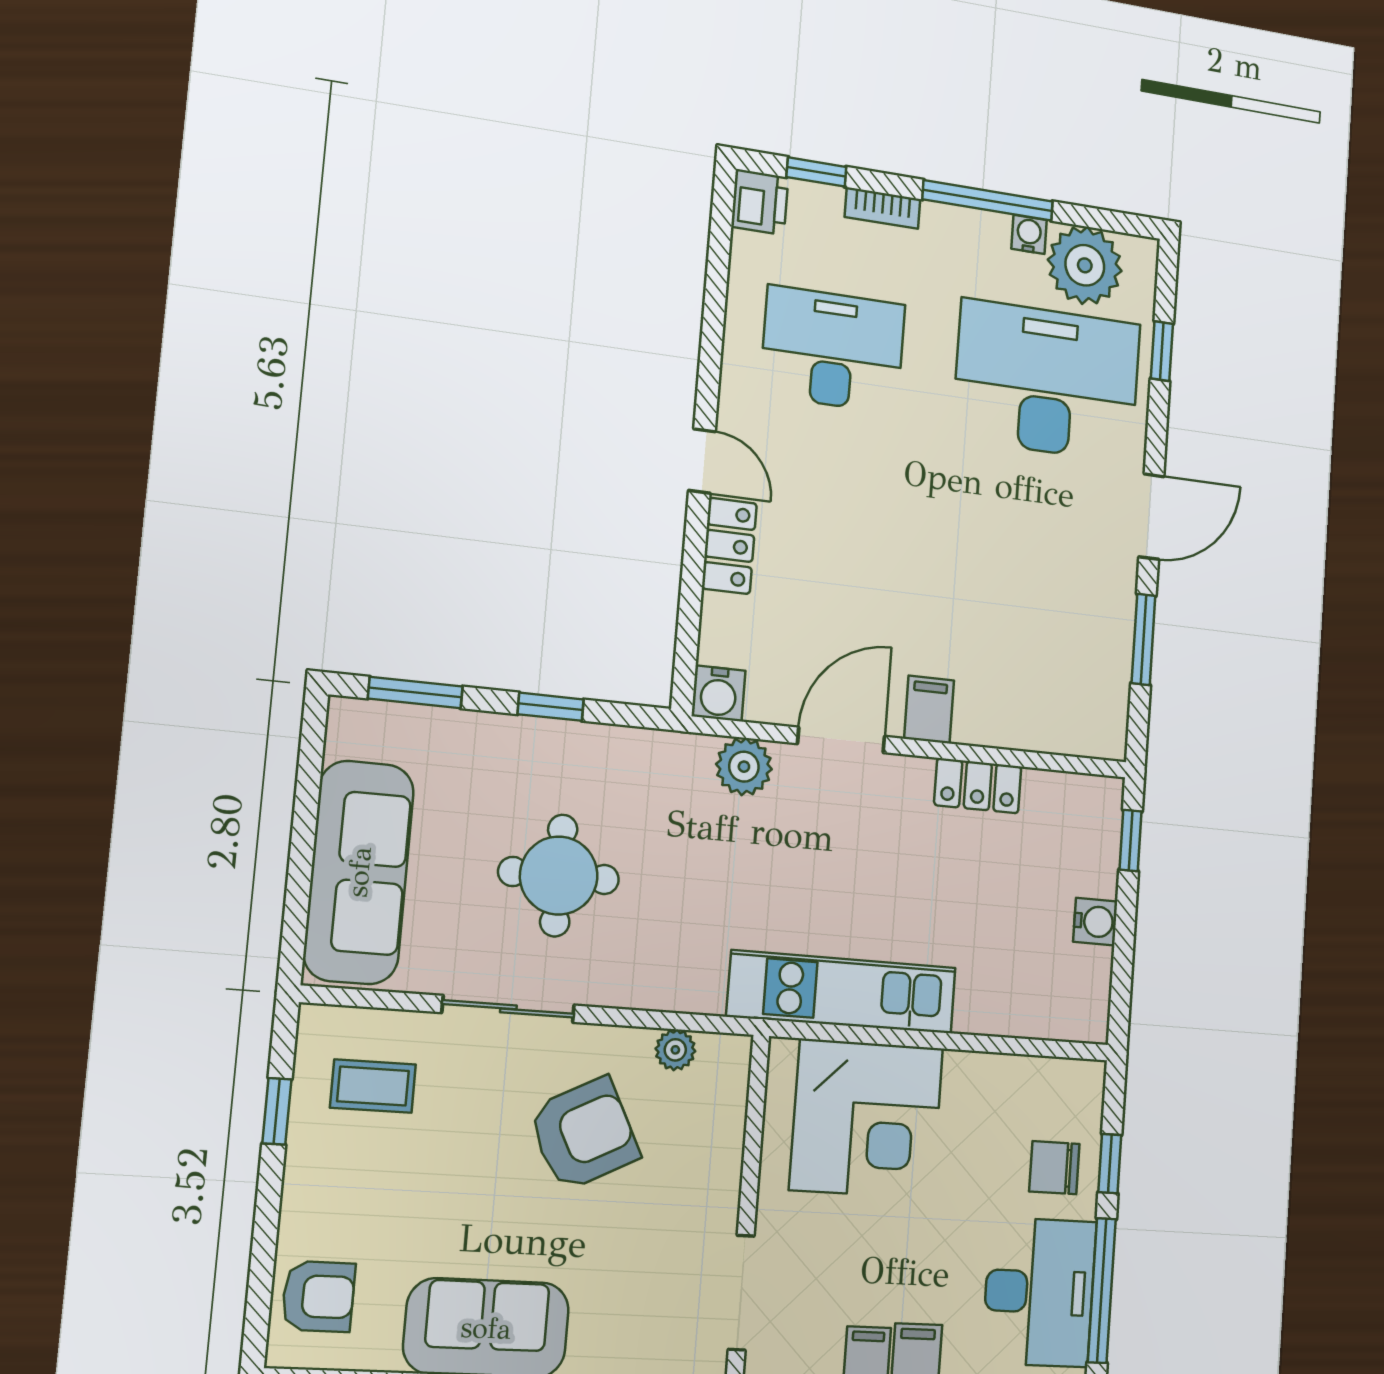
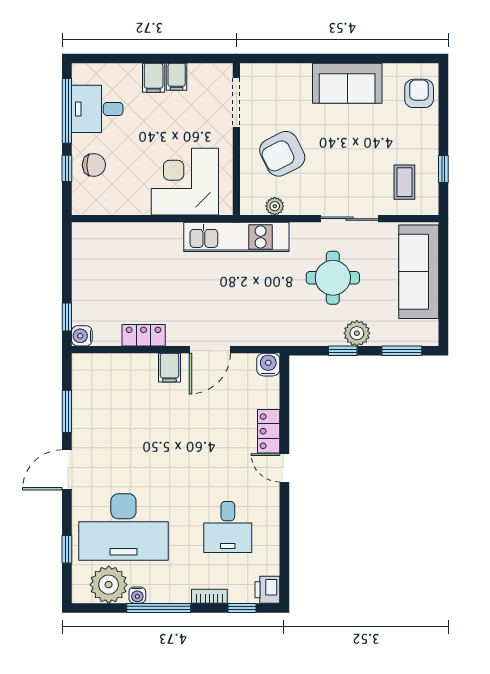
desk: (833, 349) -> (228, 527), width x0.73
plant: (744, 767) -> (357, 333), moved
water cooler: (1095, 922) -> (82, 336), moved
kitchen unit: (842, 992) -> (236, 237), moved
coffee table: (373, 1086) -> (404, 182), turned 90
armchair: (584, 1134) -> (282, 154), moved
desk: (1039, 1292) -> (97, 109), width x0.73
armchair: (318, 1296) -> (419, 93), turned 90

